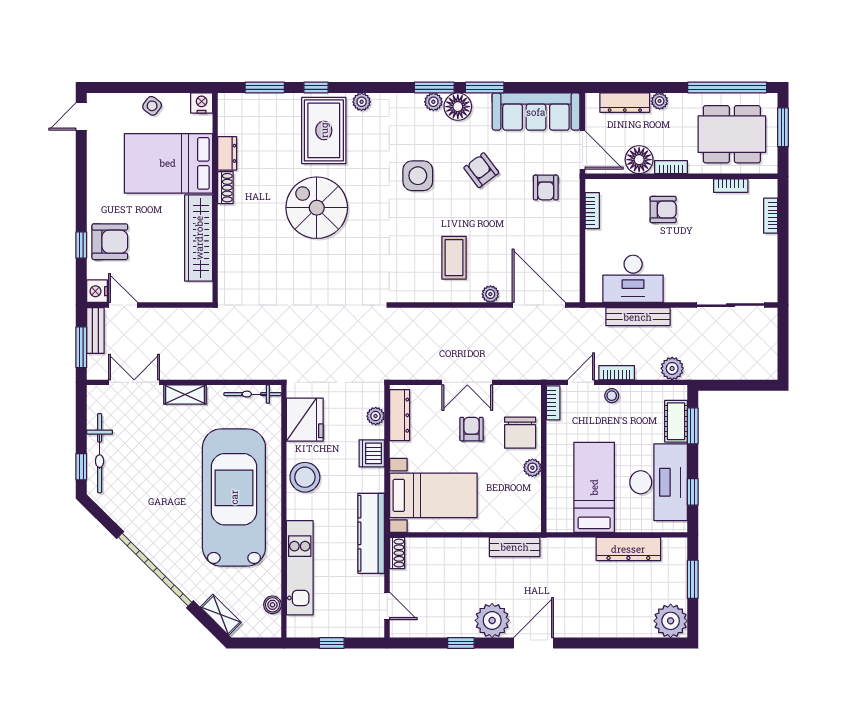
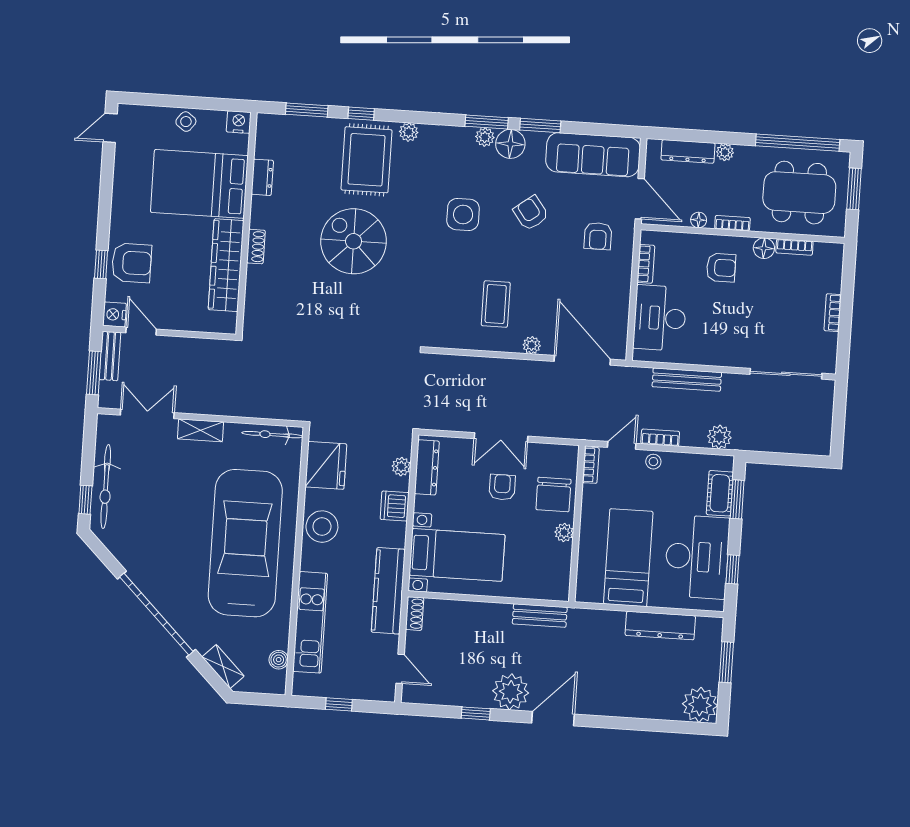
floor lamp: (639, 160) -> (699, 220), width x0.53, depth x0.53
shoe rack: (225, 188) -> (256, 247), moved
floor lamp: (702, 189) -> (764, 248), added
bookcase: (771, 216) -> (833, 313), moved
desk: (633, 279) -> (660, 318), moved, turned 90

